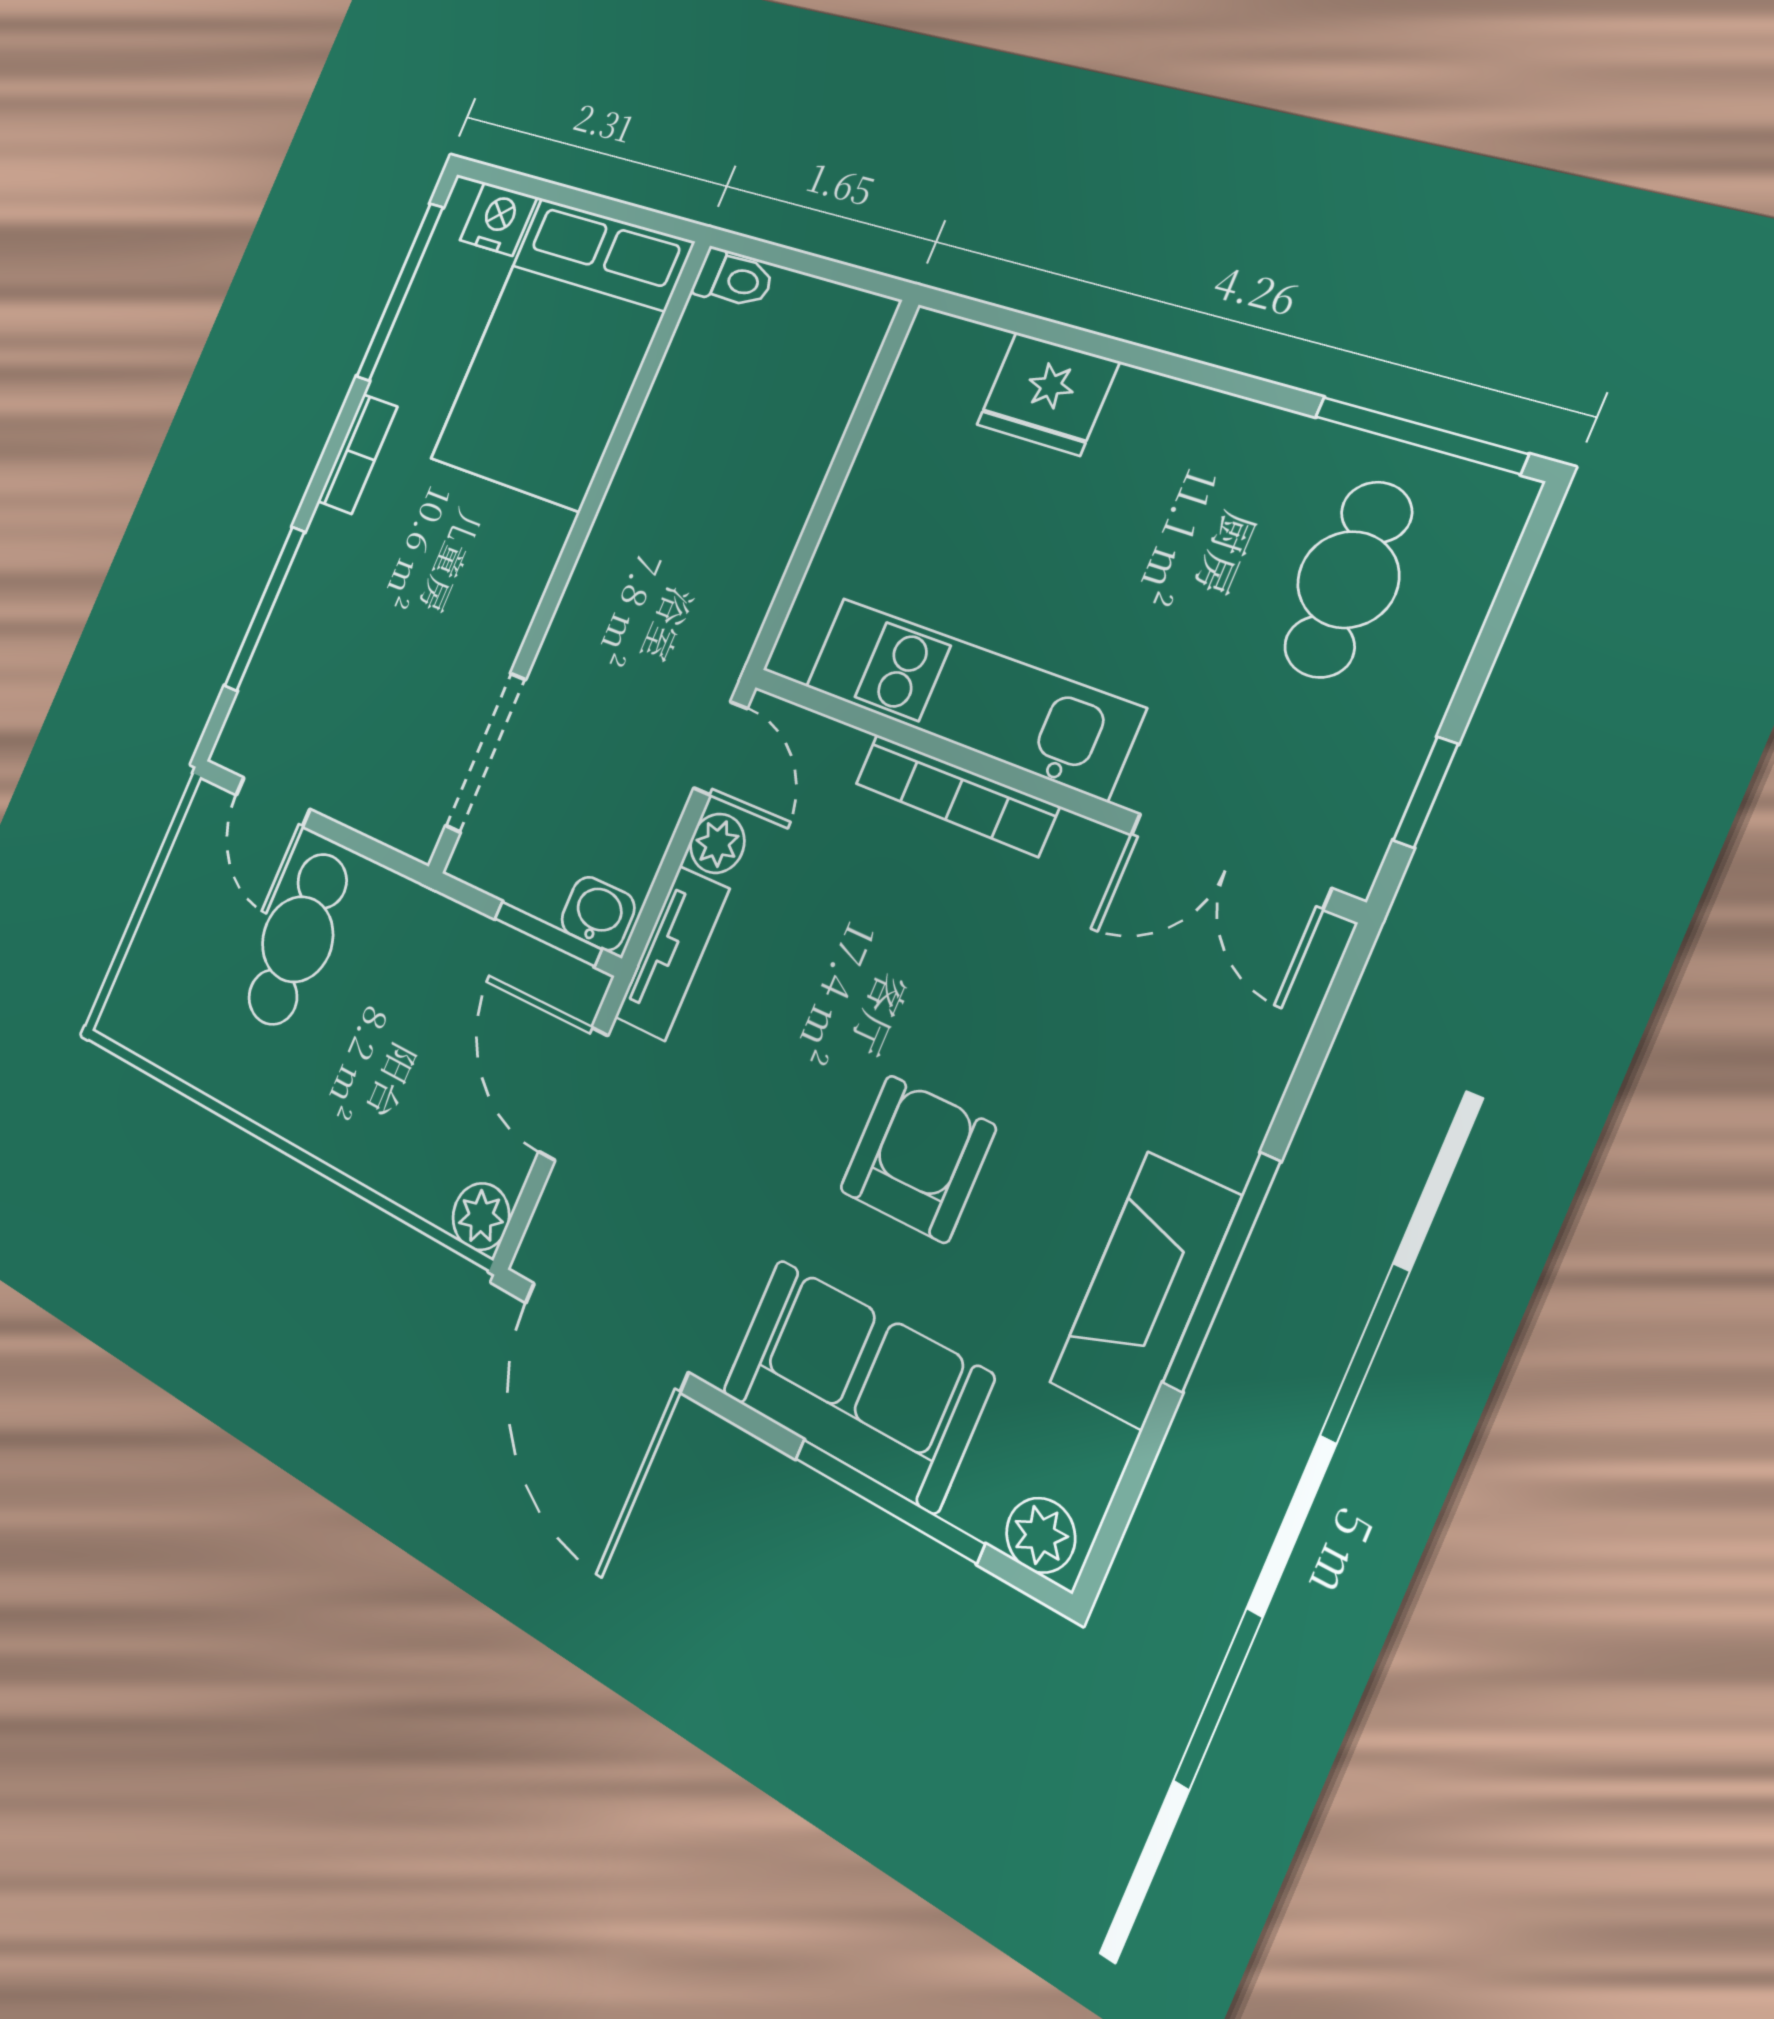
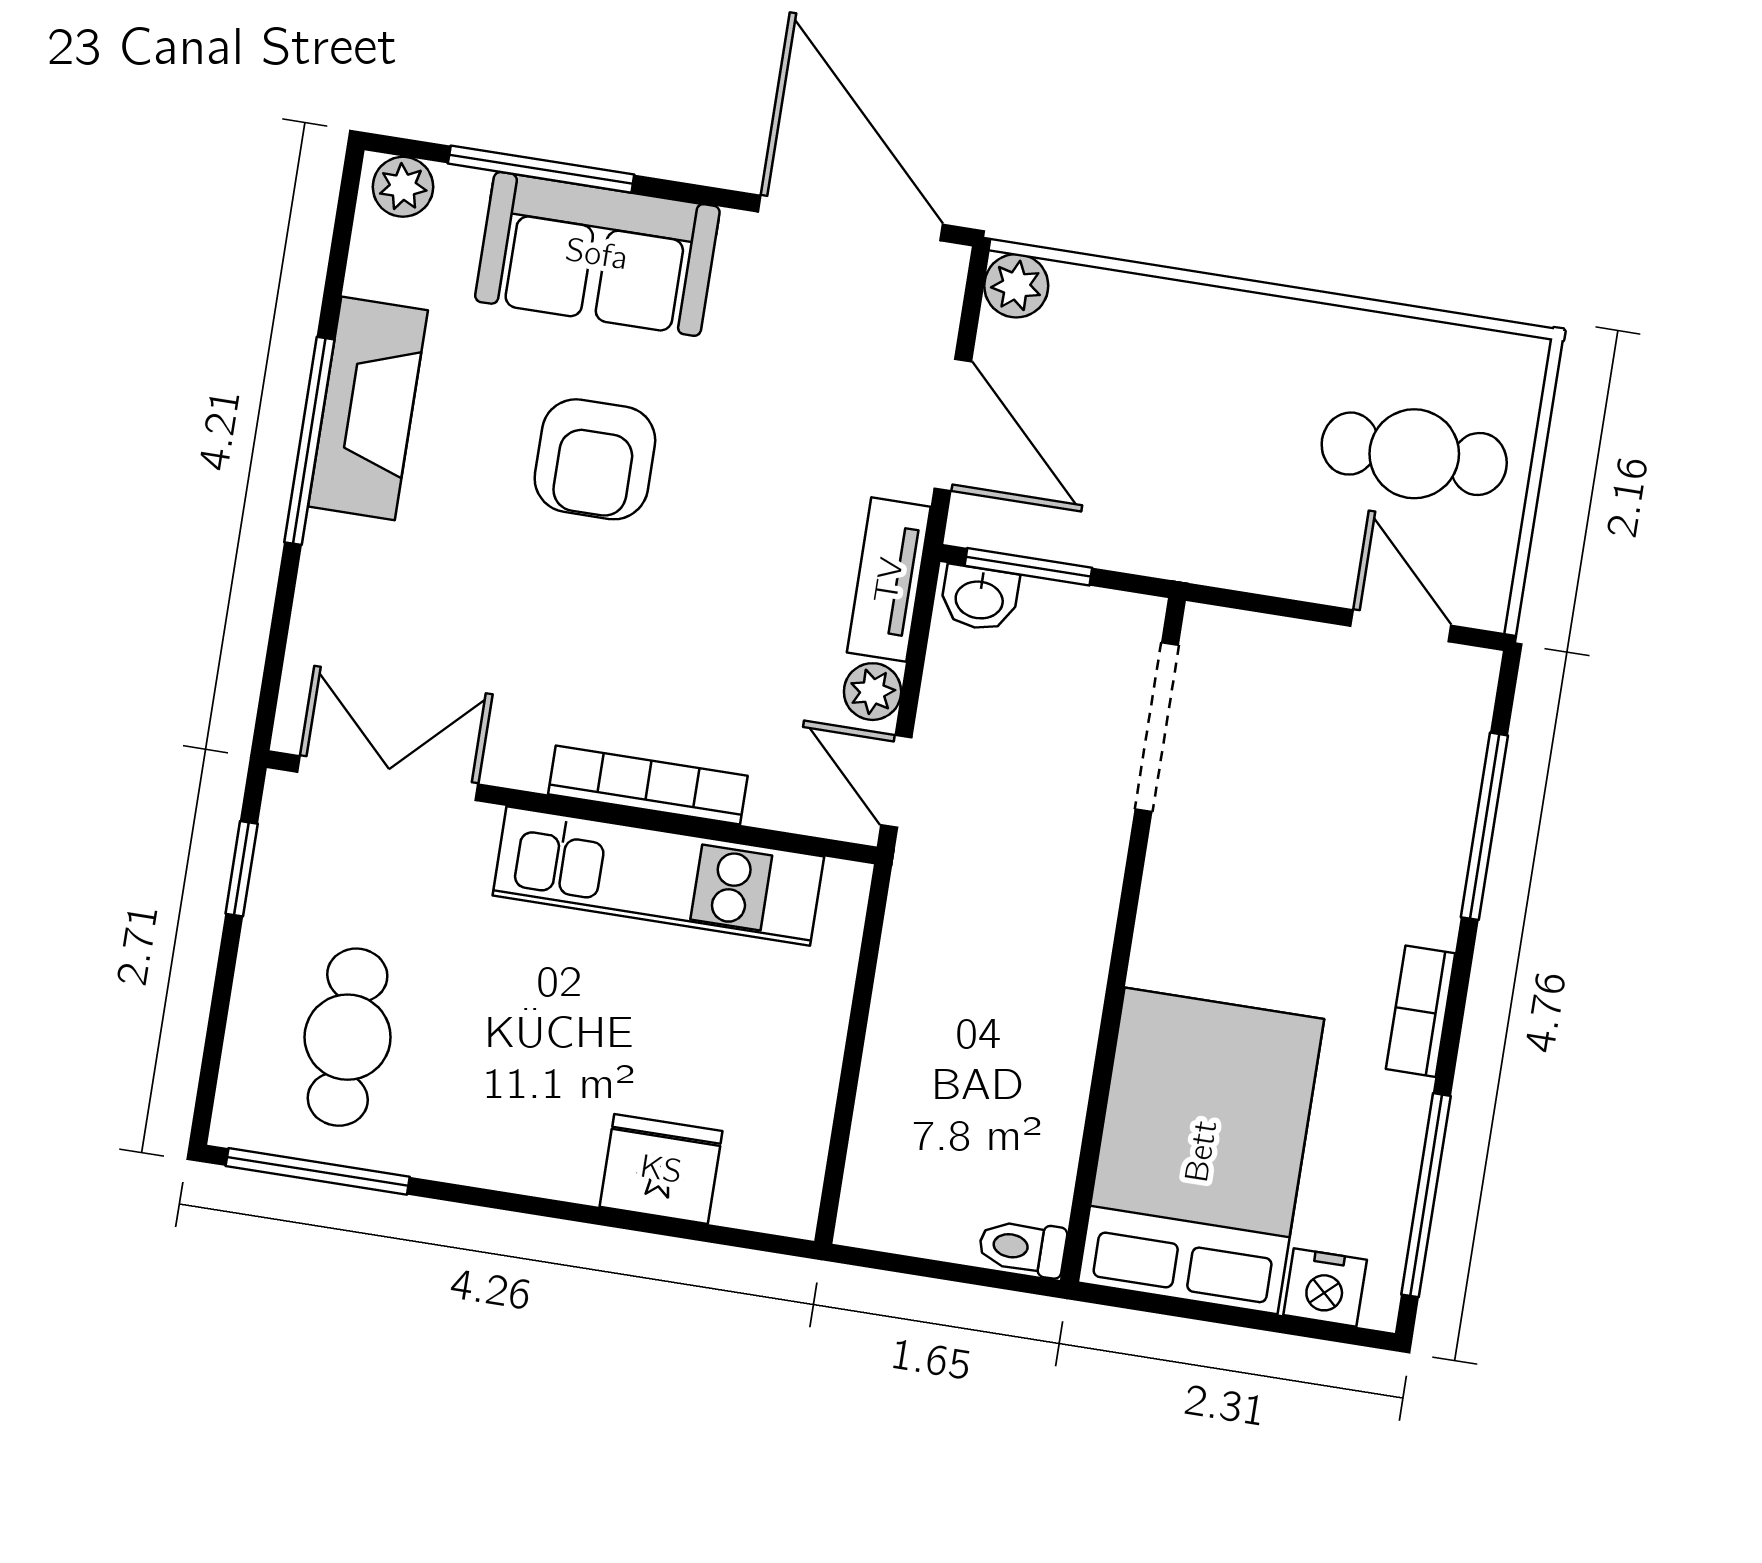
cafe table: (298, 939) -> (1414, 454), moved, turned 90

